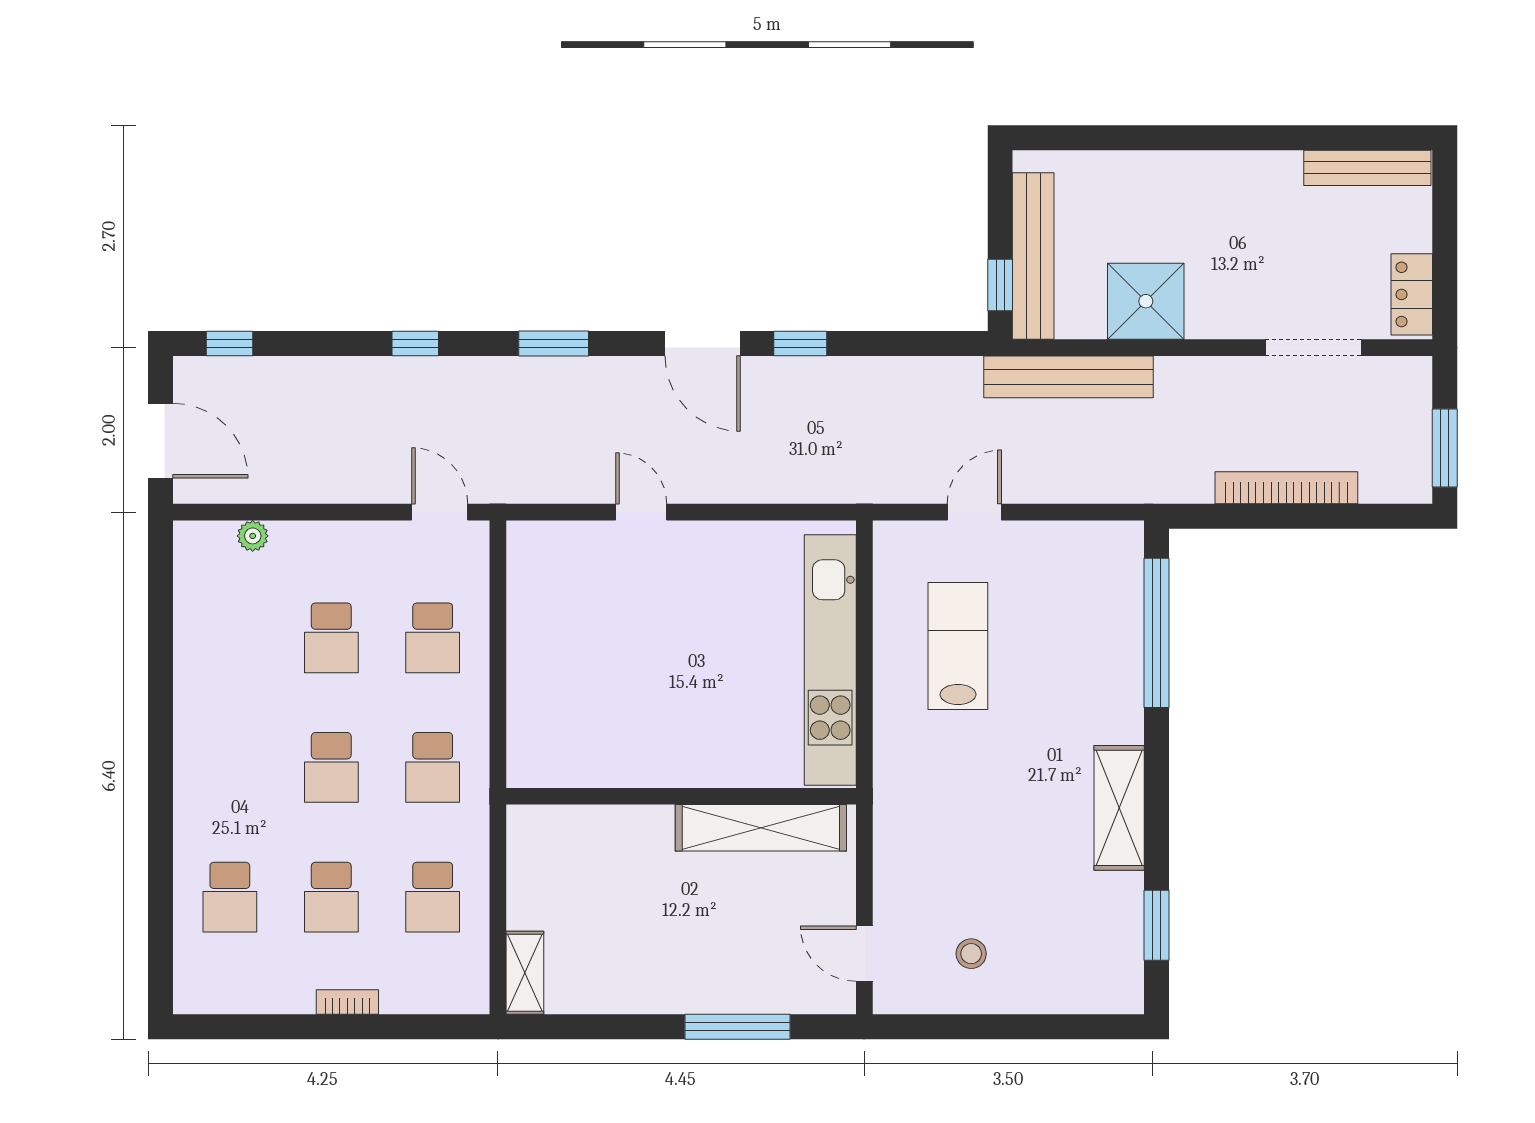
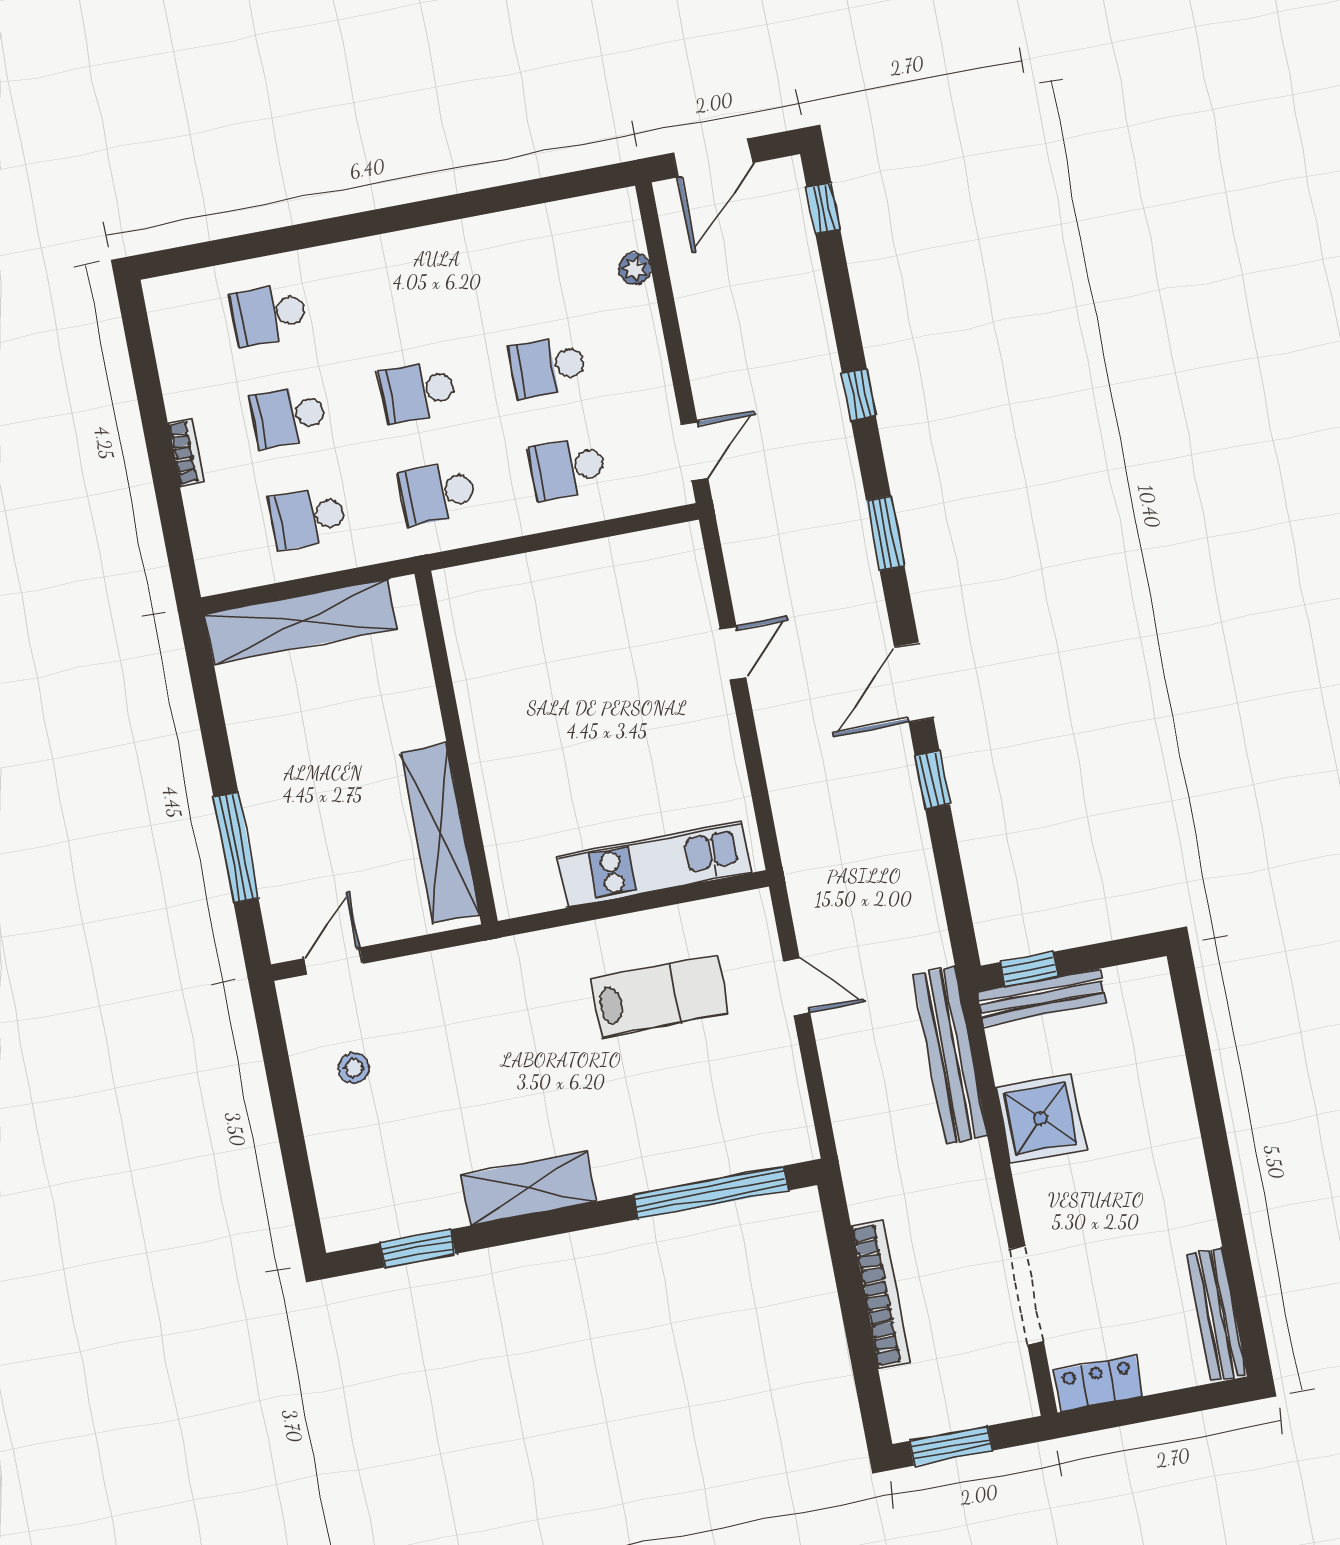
bench: (1033, 256) -> (1041, 998), width x0.73, depth x0.82
kitchen unit: (830, 660) -> (655, 864), width x0.73
shelving: (525, 973) -> (301, 621), width x2.20, depth x1.33

